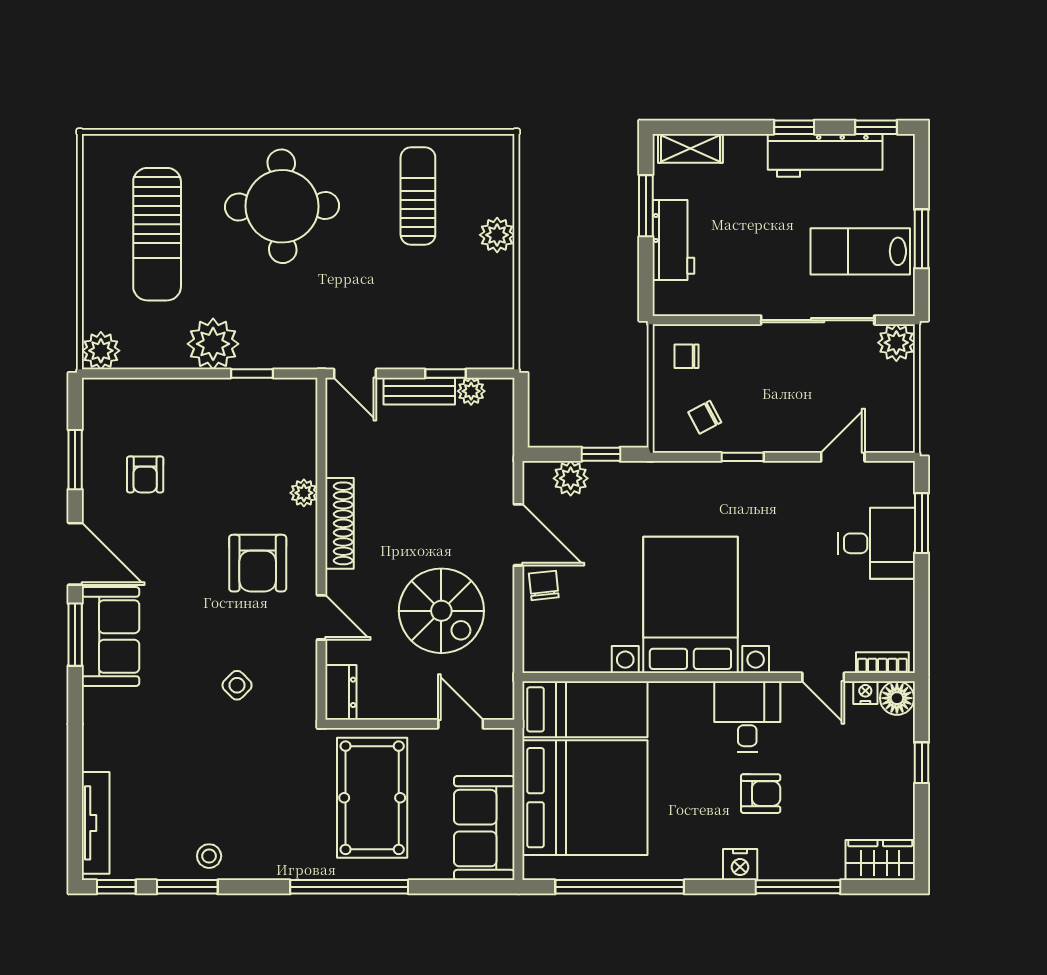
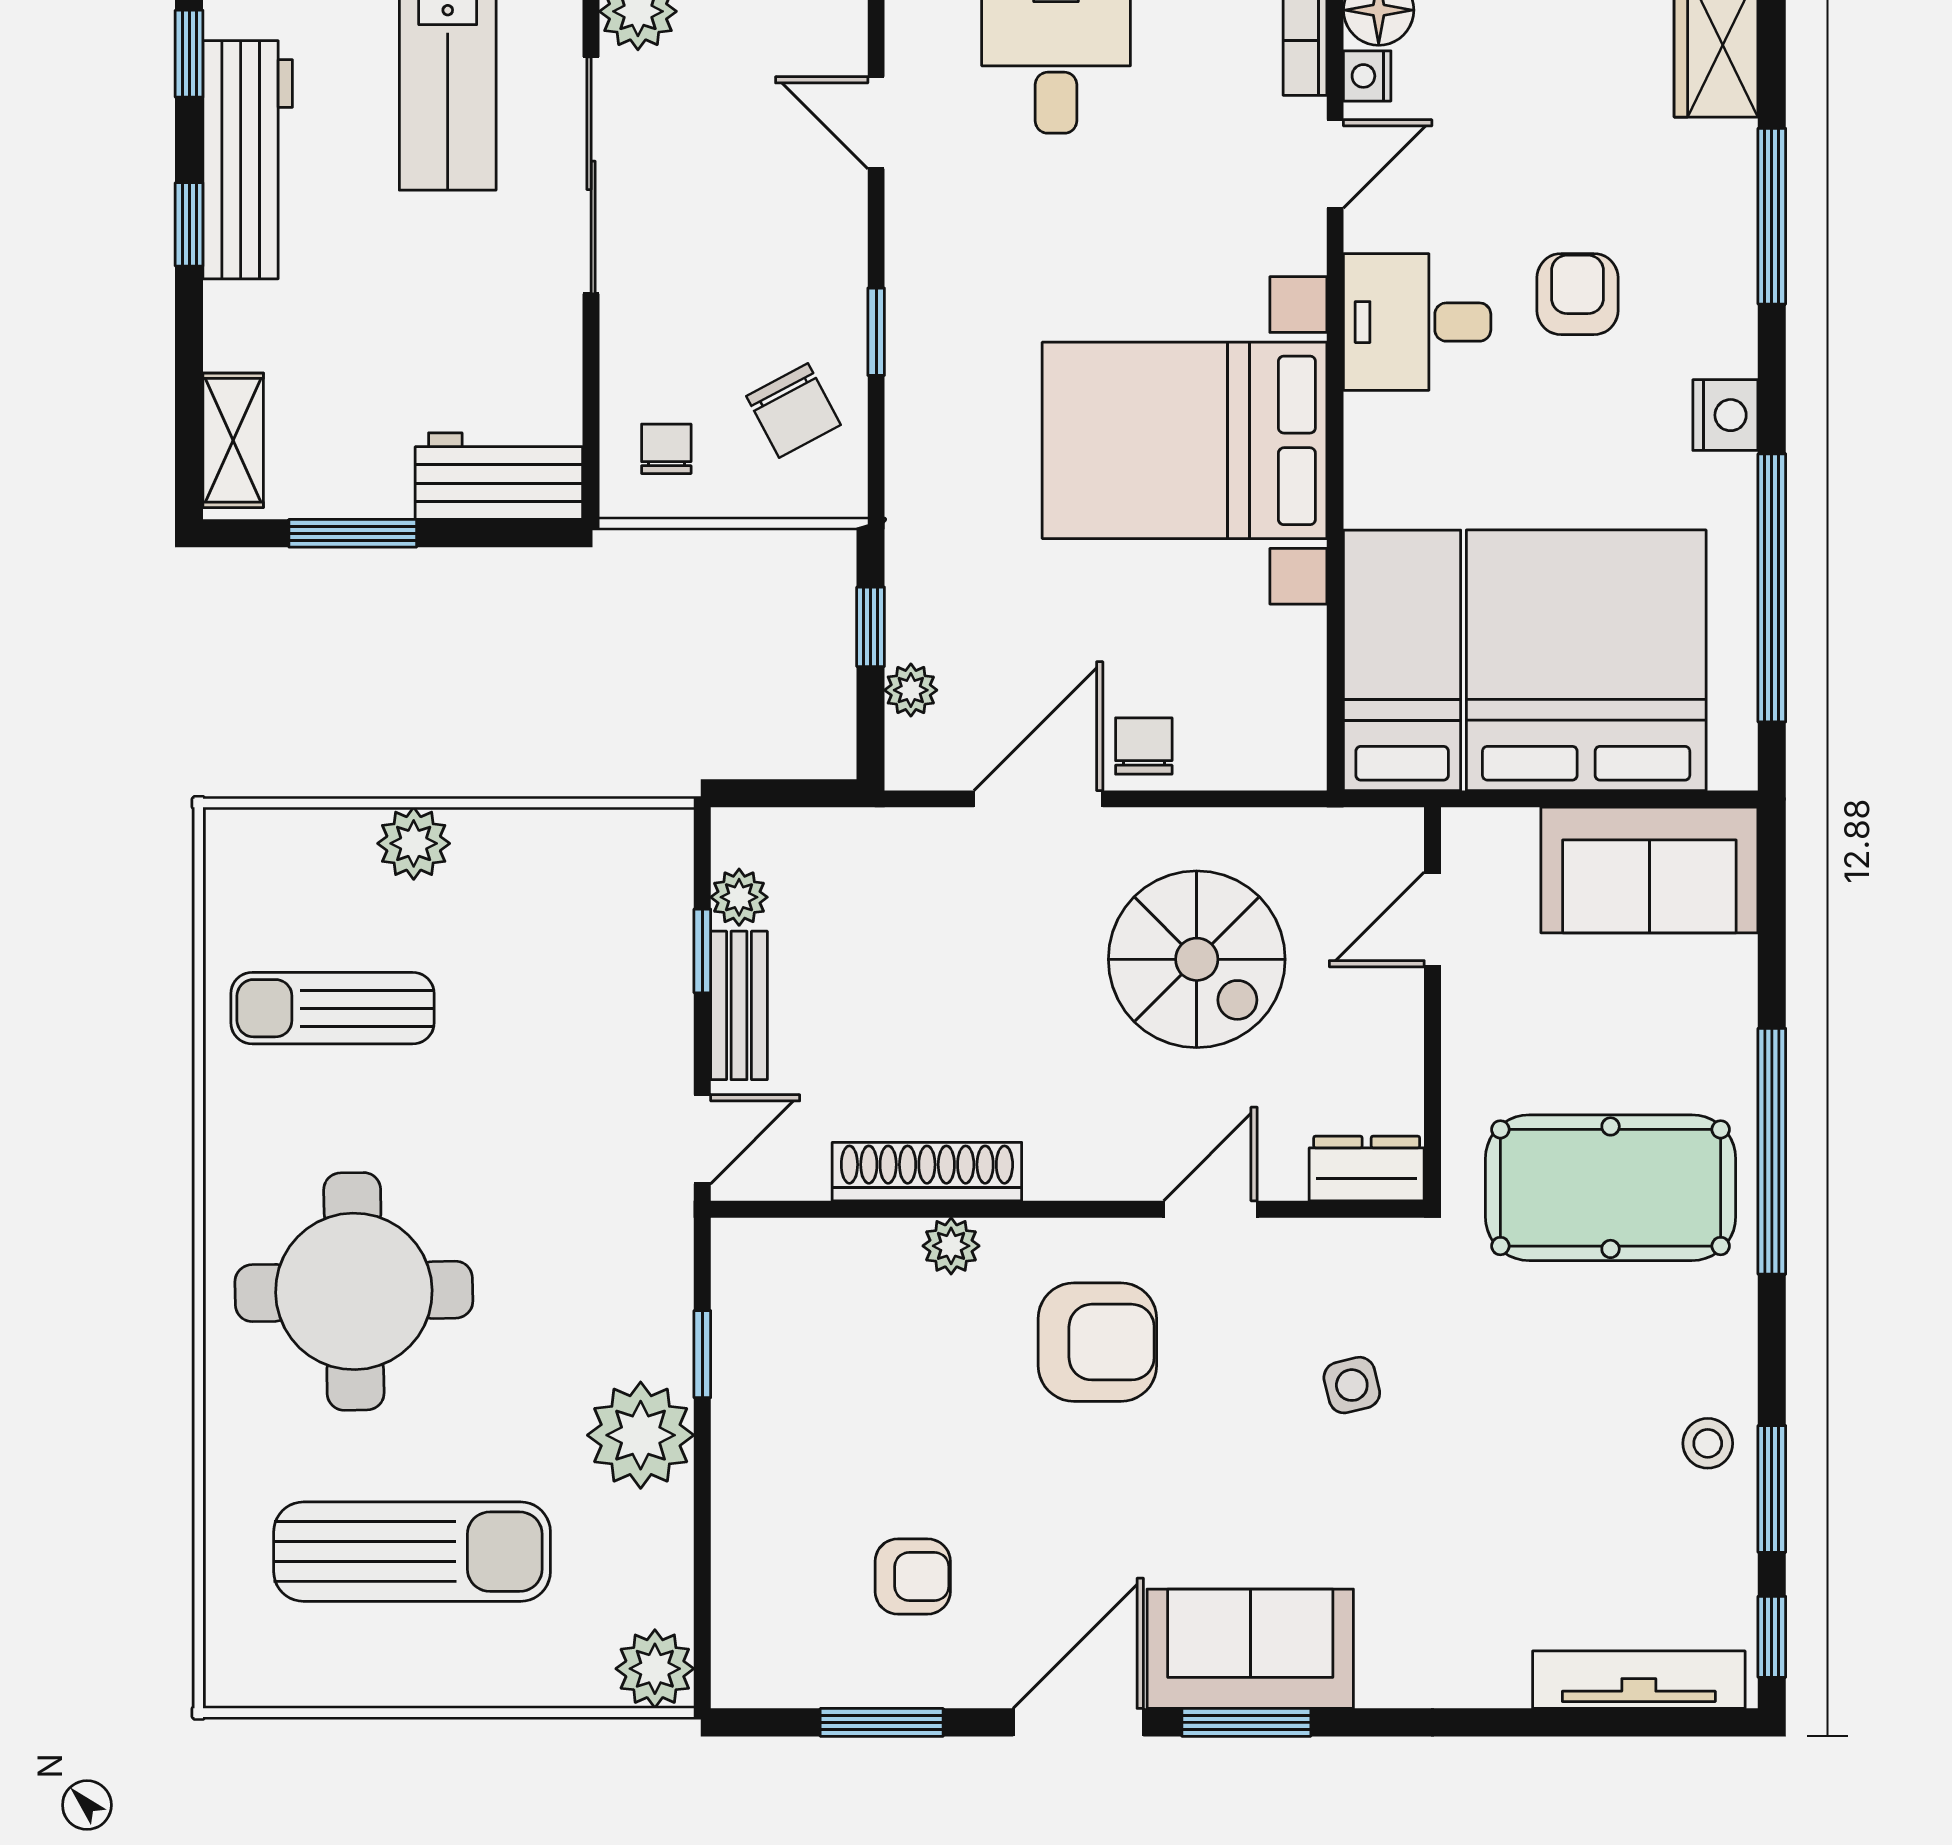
workbench: (673, 240) -> (499, 476), moved
chair: (686, 356) -> (666, 449), turned 180
chair: (705, 417) -> (794, 410), width x1.37, depth x1.37
plant: (571, 478) -> (911, 690), width x0.73, depth x0.73
shoe rack: (340, 523) -> (927, 1172), moved
chair: (544, 585) -> (1144, 746), turned 96
spiral stairs: (441, 611) -> (1197, 959), turned 90
side table: (237, 685) -> (1352, 1385), turned 31
pool table: (372, 798) -> (1611, 1188), moved
nightstand: (740, 865) -> (1725, 415), moved

